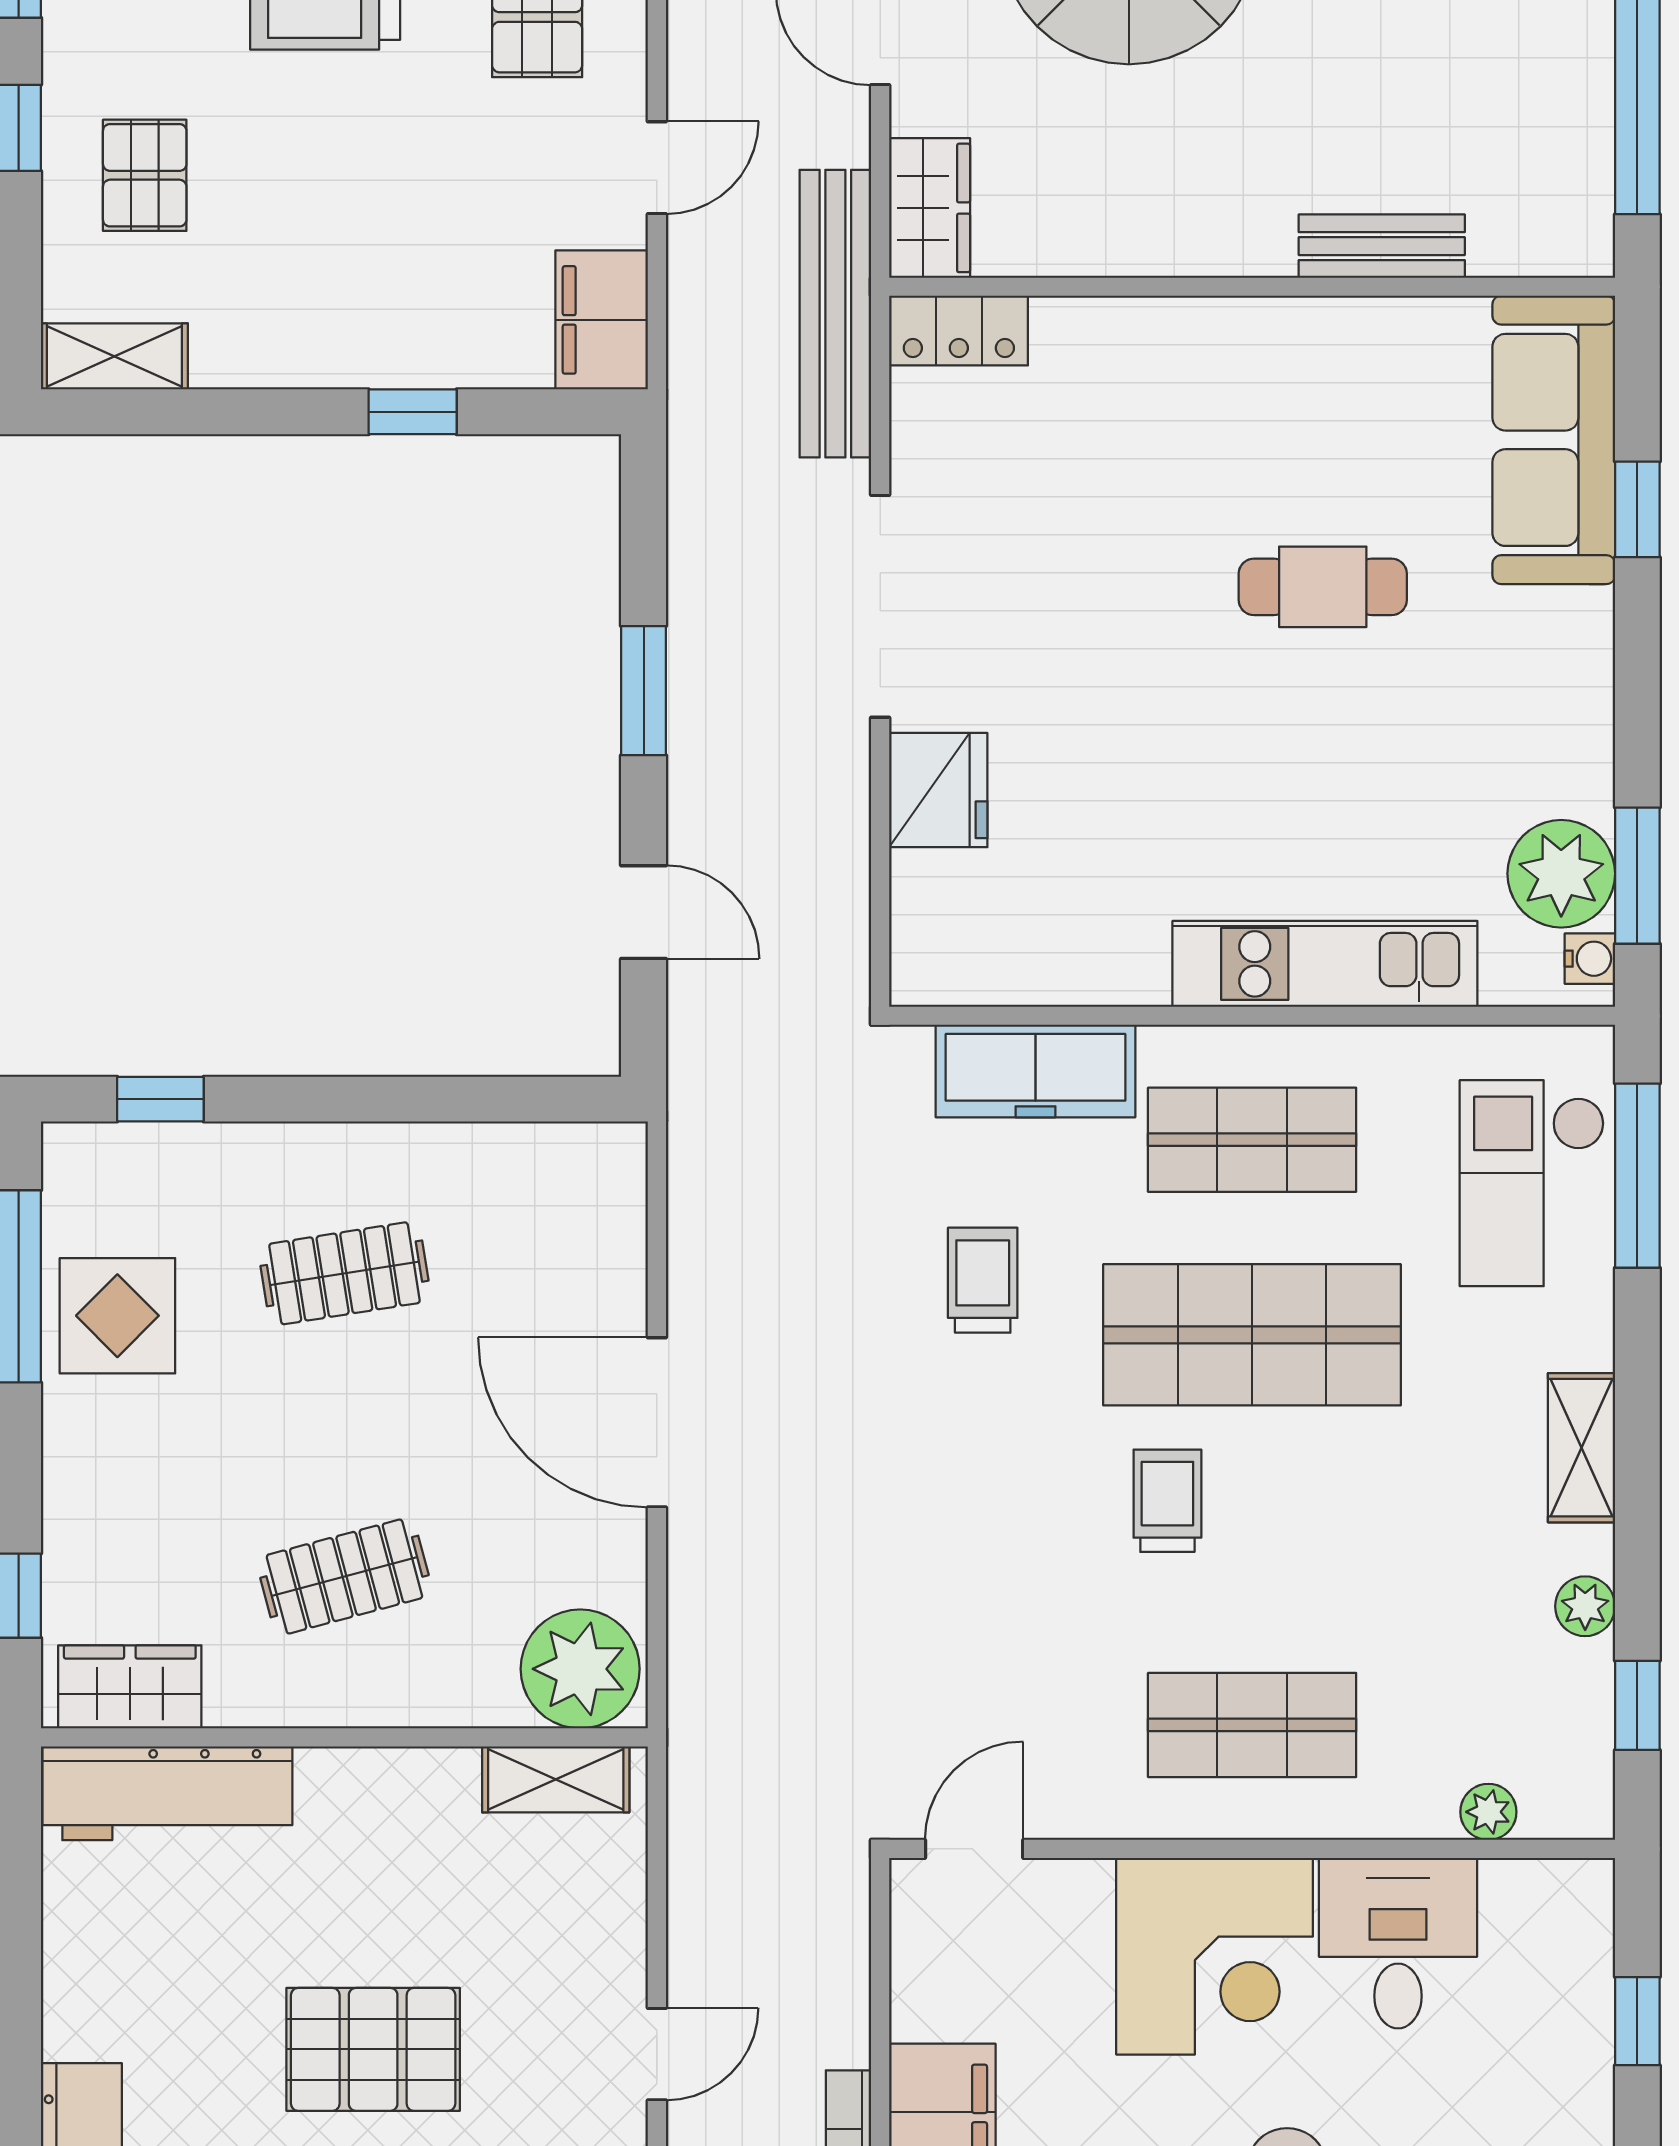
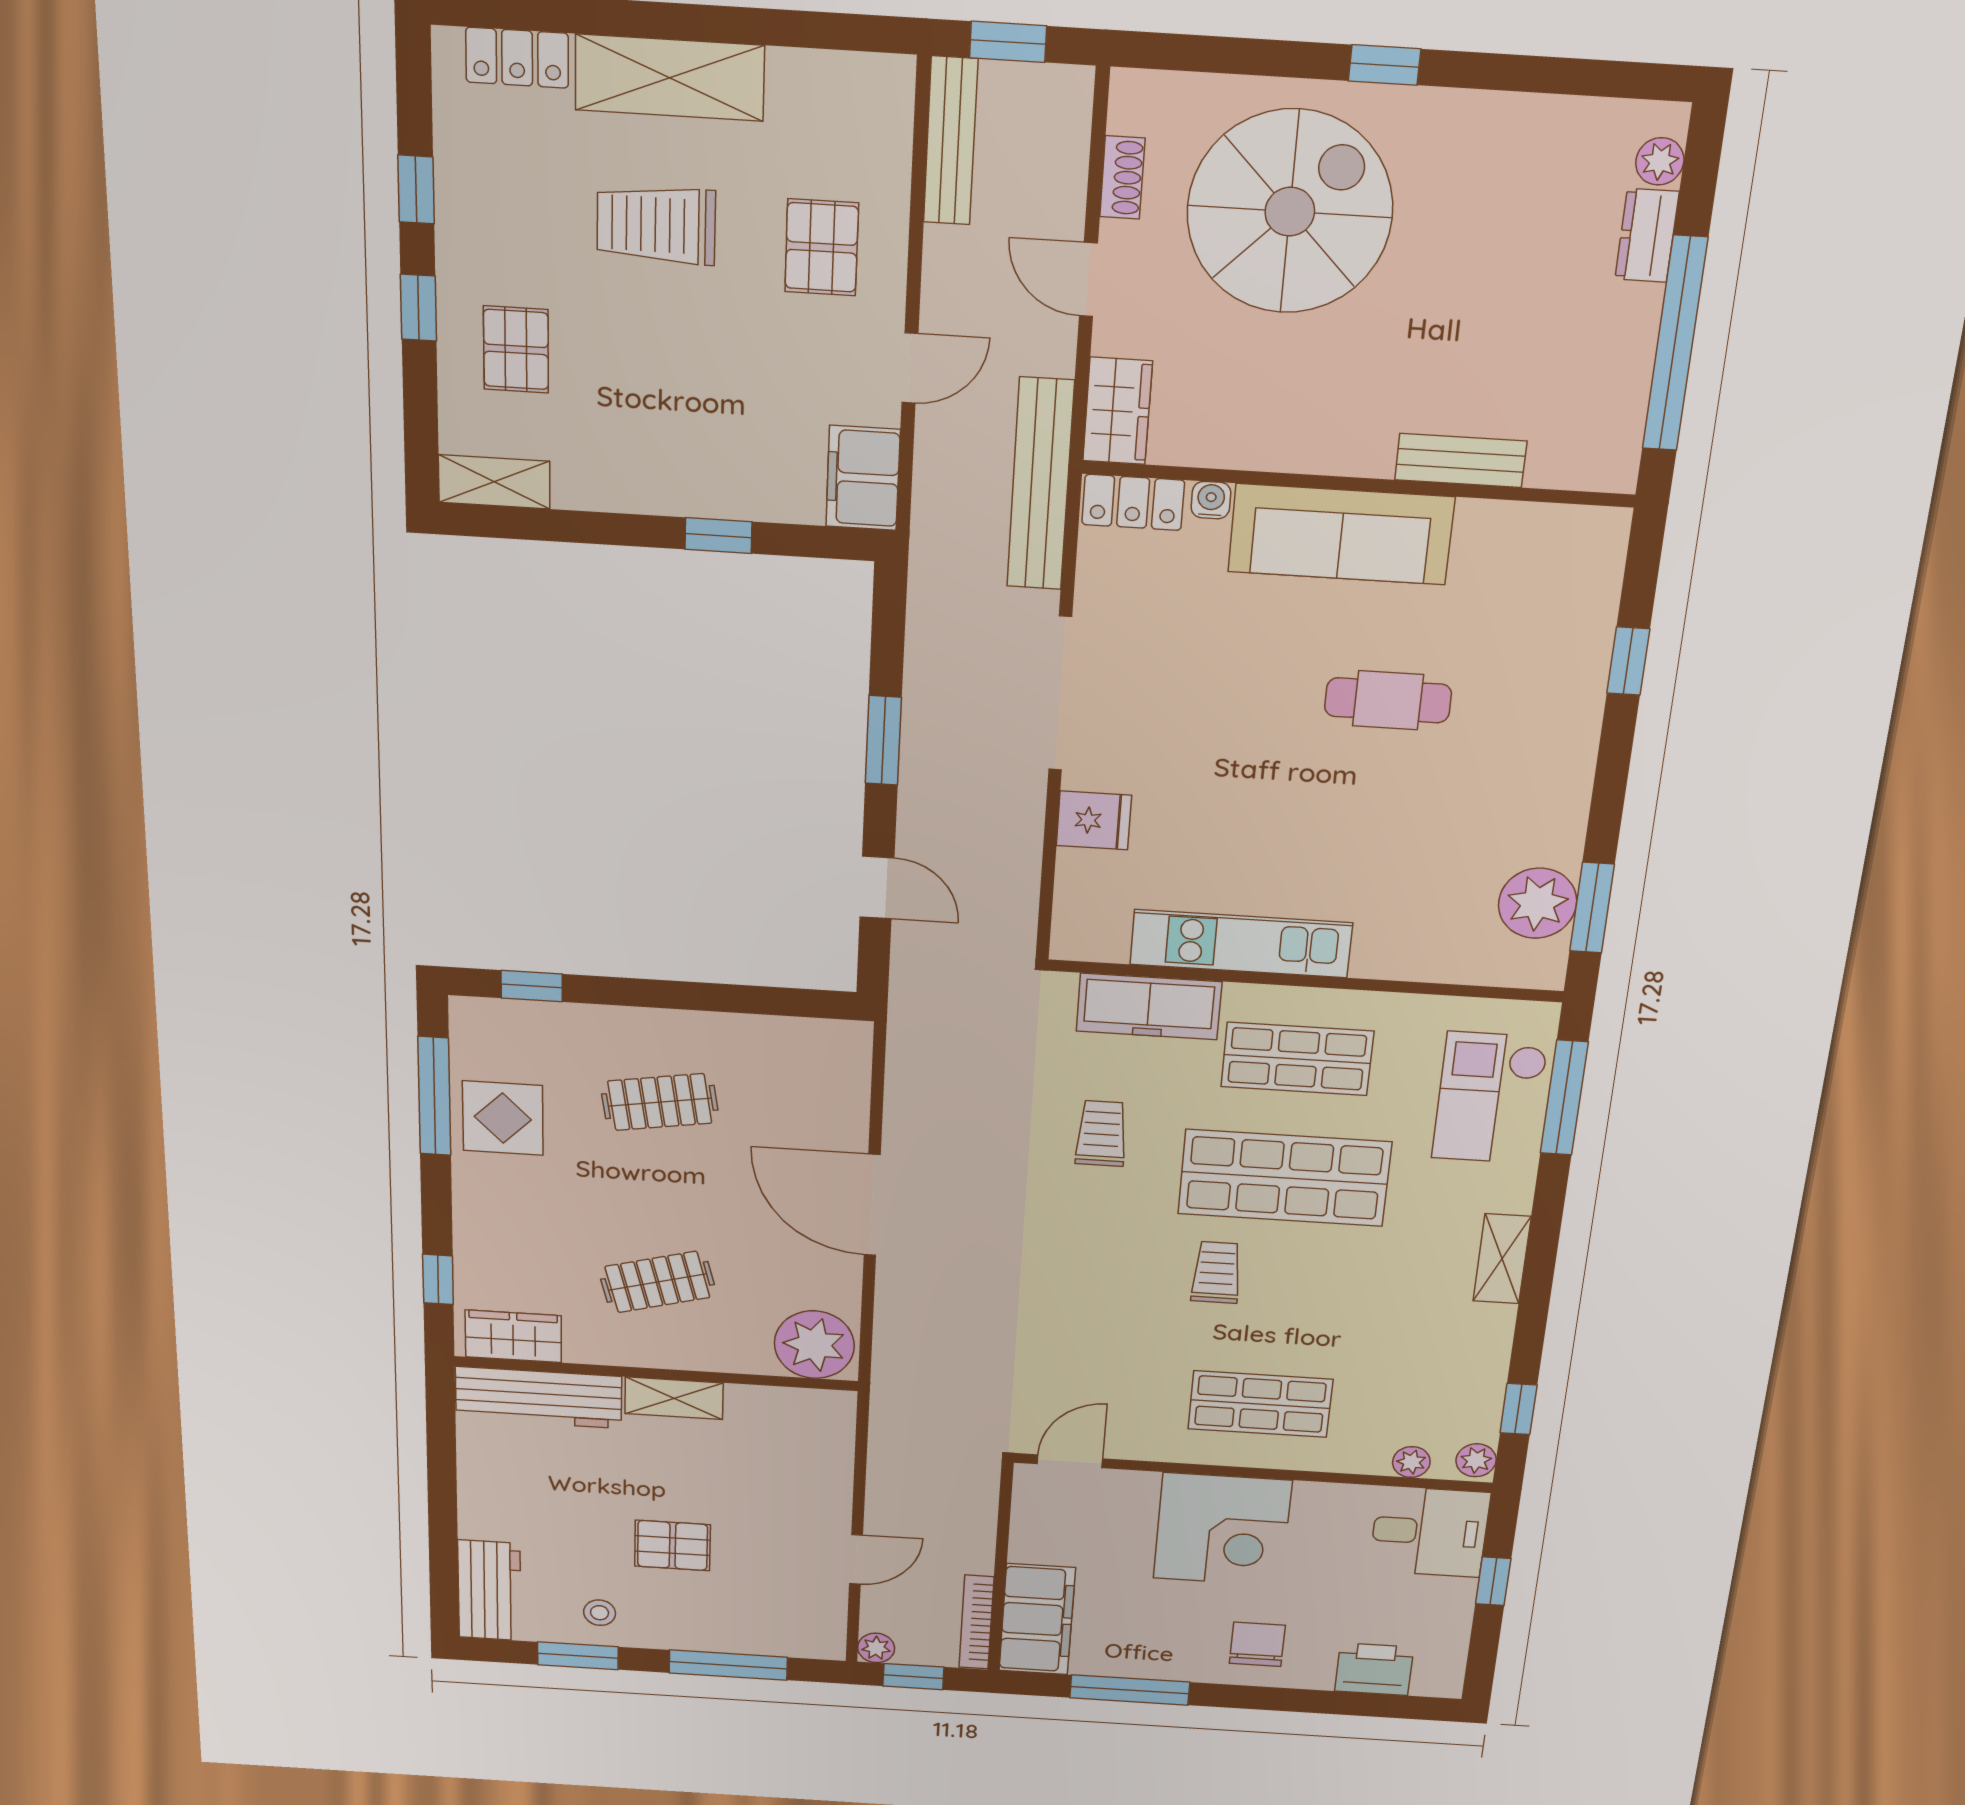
sofa: (1554, 440) -> (1341, 534), moved, turned -90
fridge: (938, 790) -> (1094, 820), width x0.72
water cooler: (1590, 959) -> (1211, 500), moved, turned -90
kitchen unit: (1325, 964) -> (1241, 944), moved
plant: (1585, 1606) -> (1476, 1460), moved
shelving: (556, 1779) -> (674, 1398), moved
desk: (1398, 1943) -> (1429, 1532), moved, turned 90
pallet: (373, 2049) -> (672, 1545), width x0.67, depth x0.71

